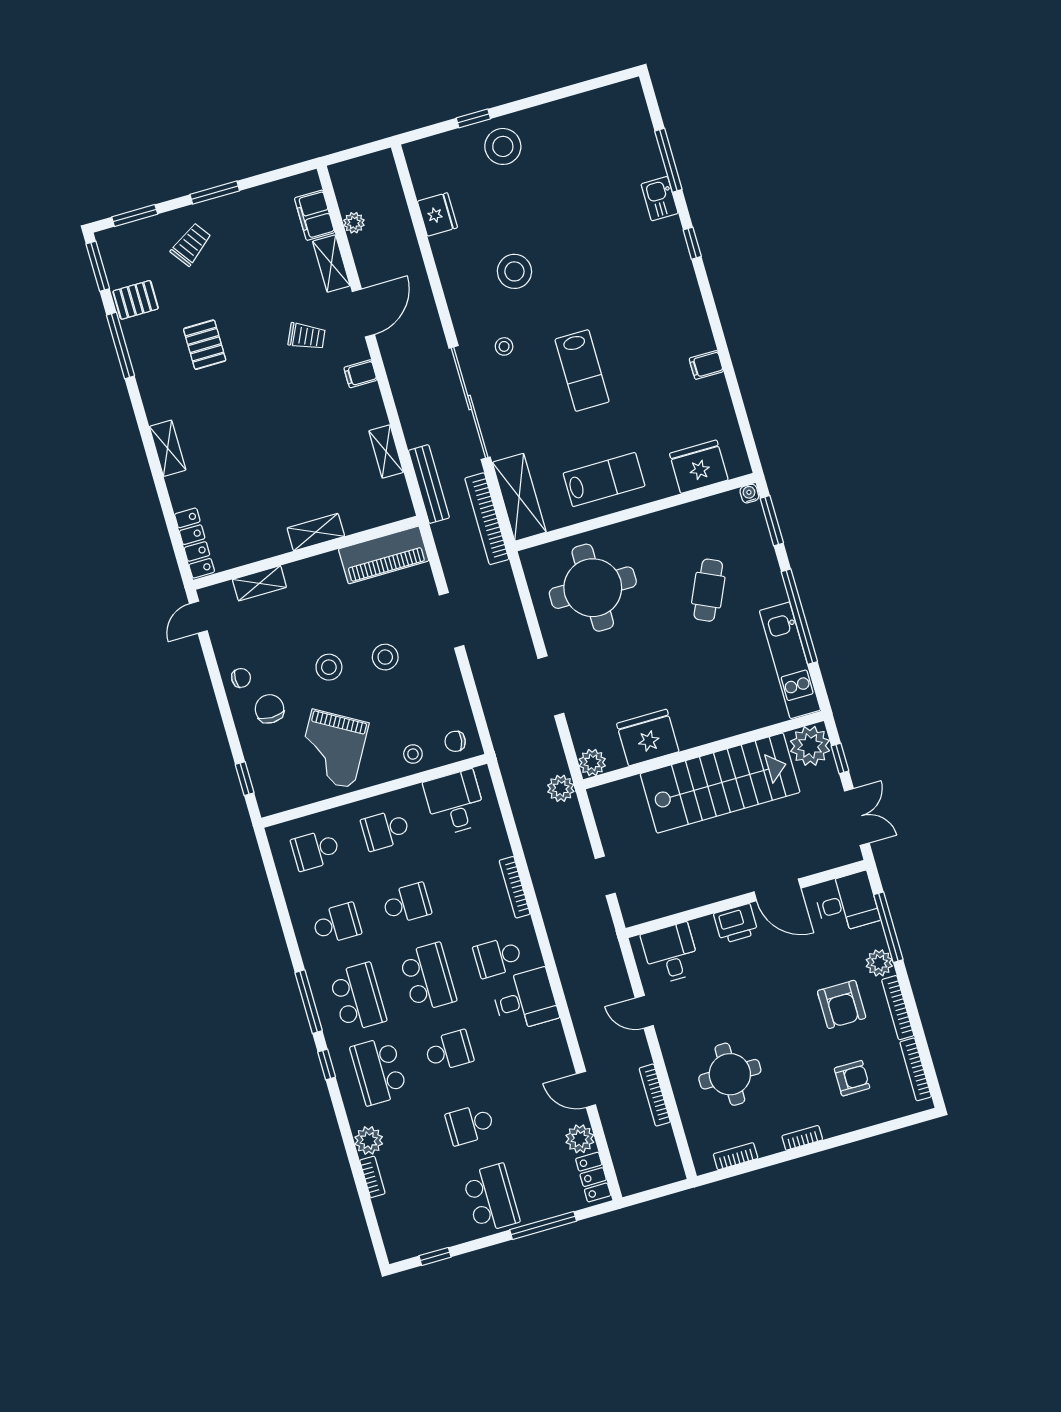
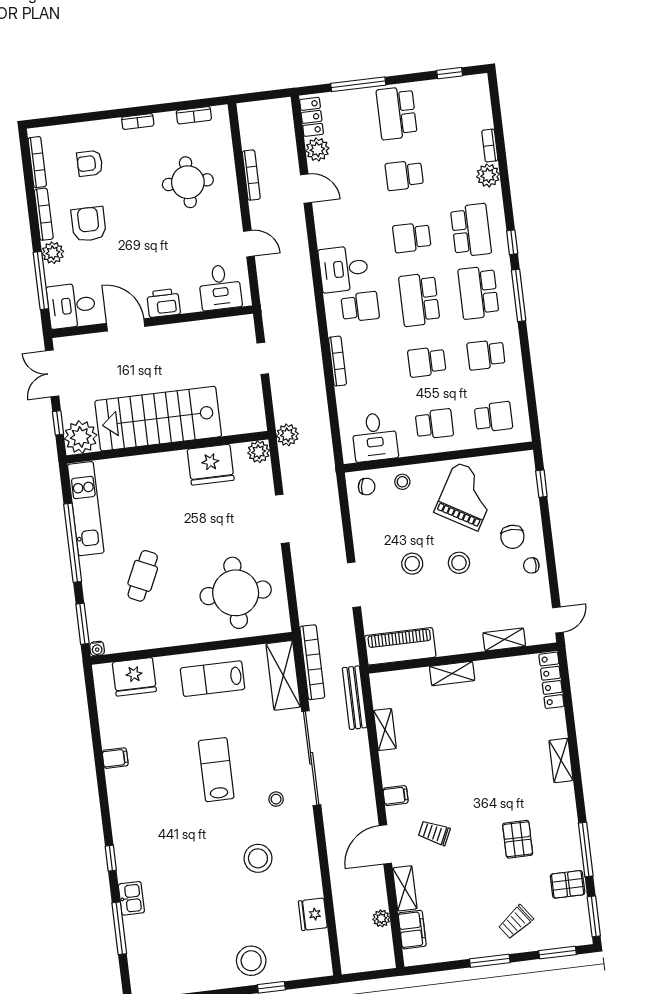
school desk: (470, 1124) -> (404, 175), turned 180

